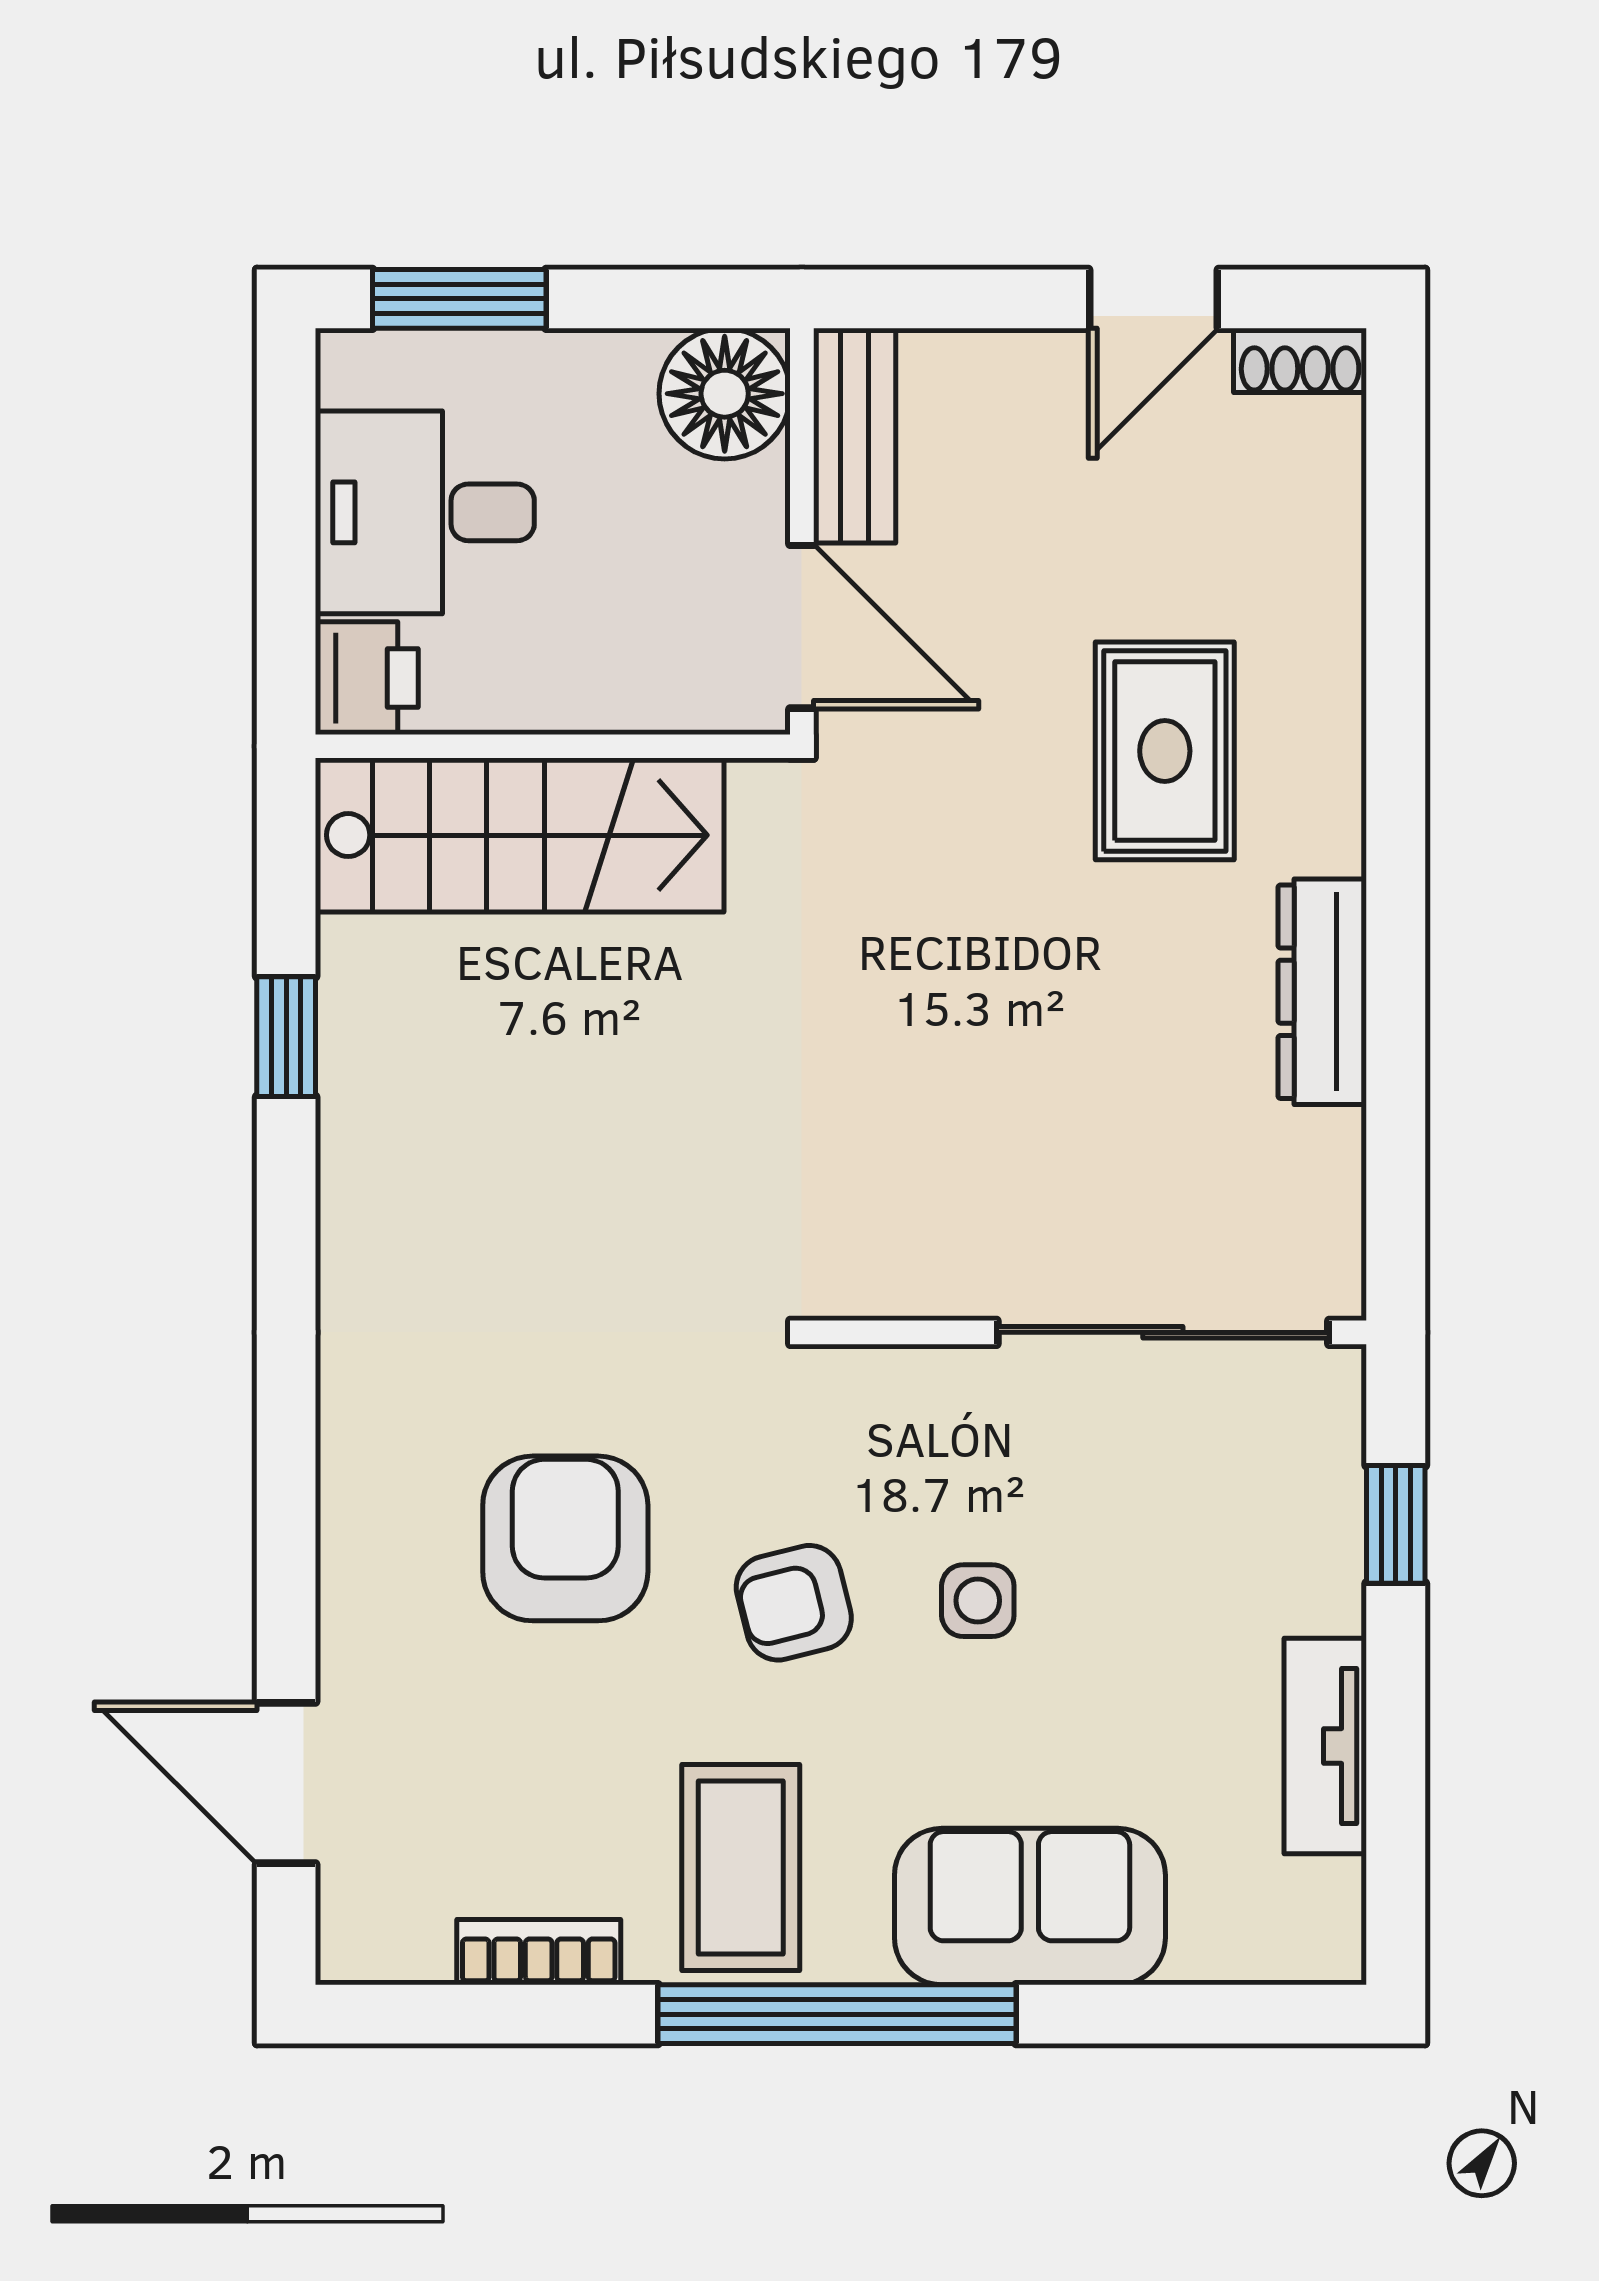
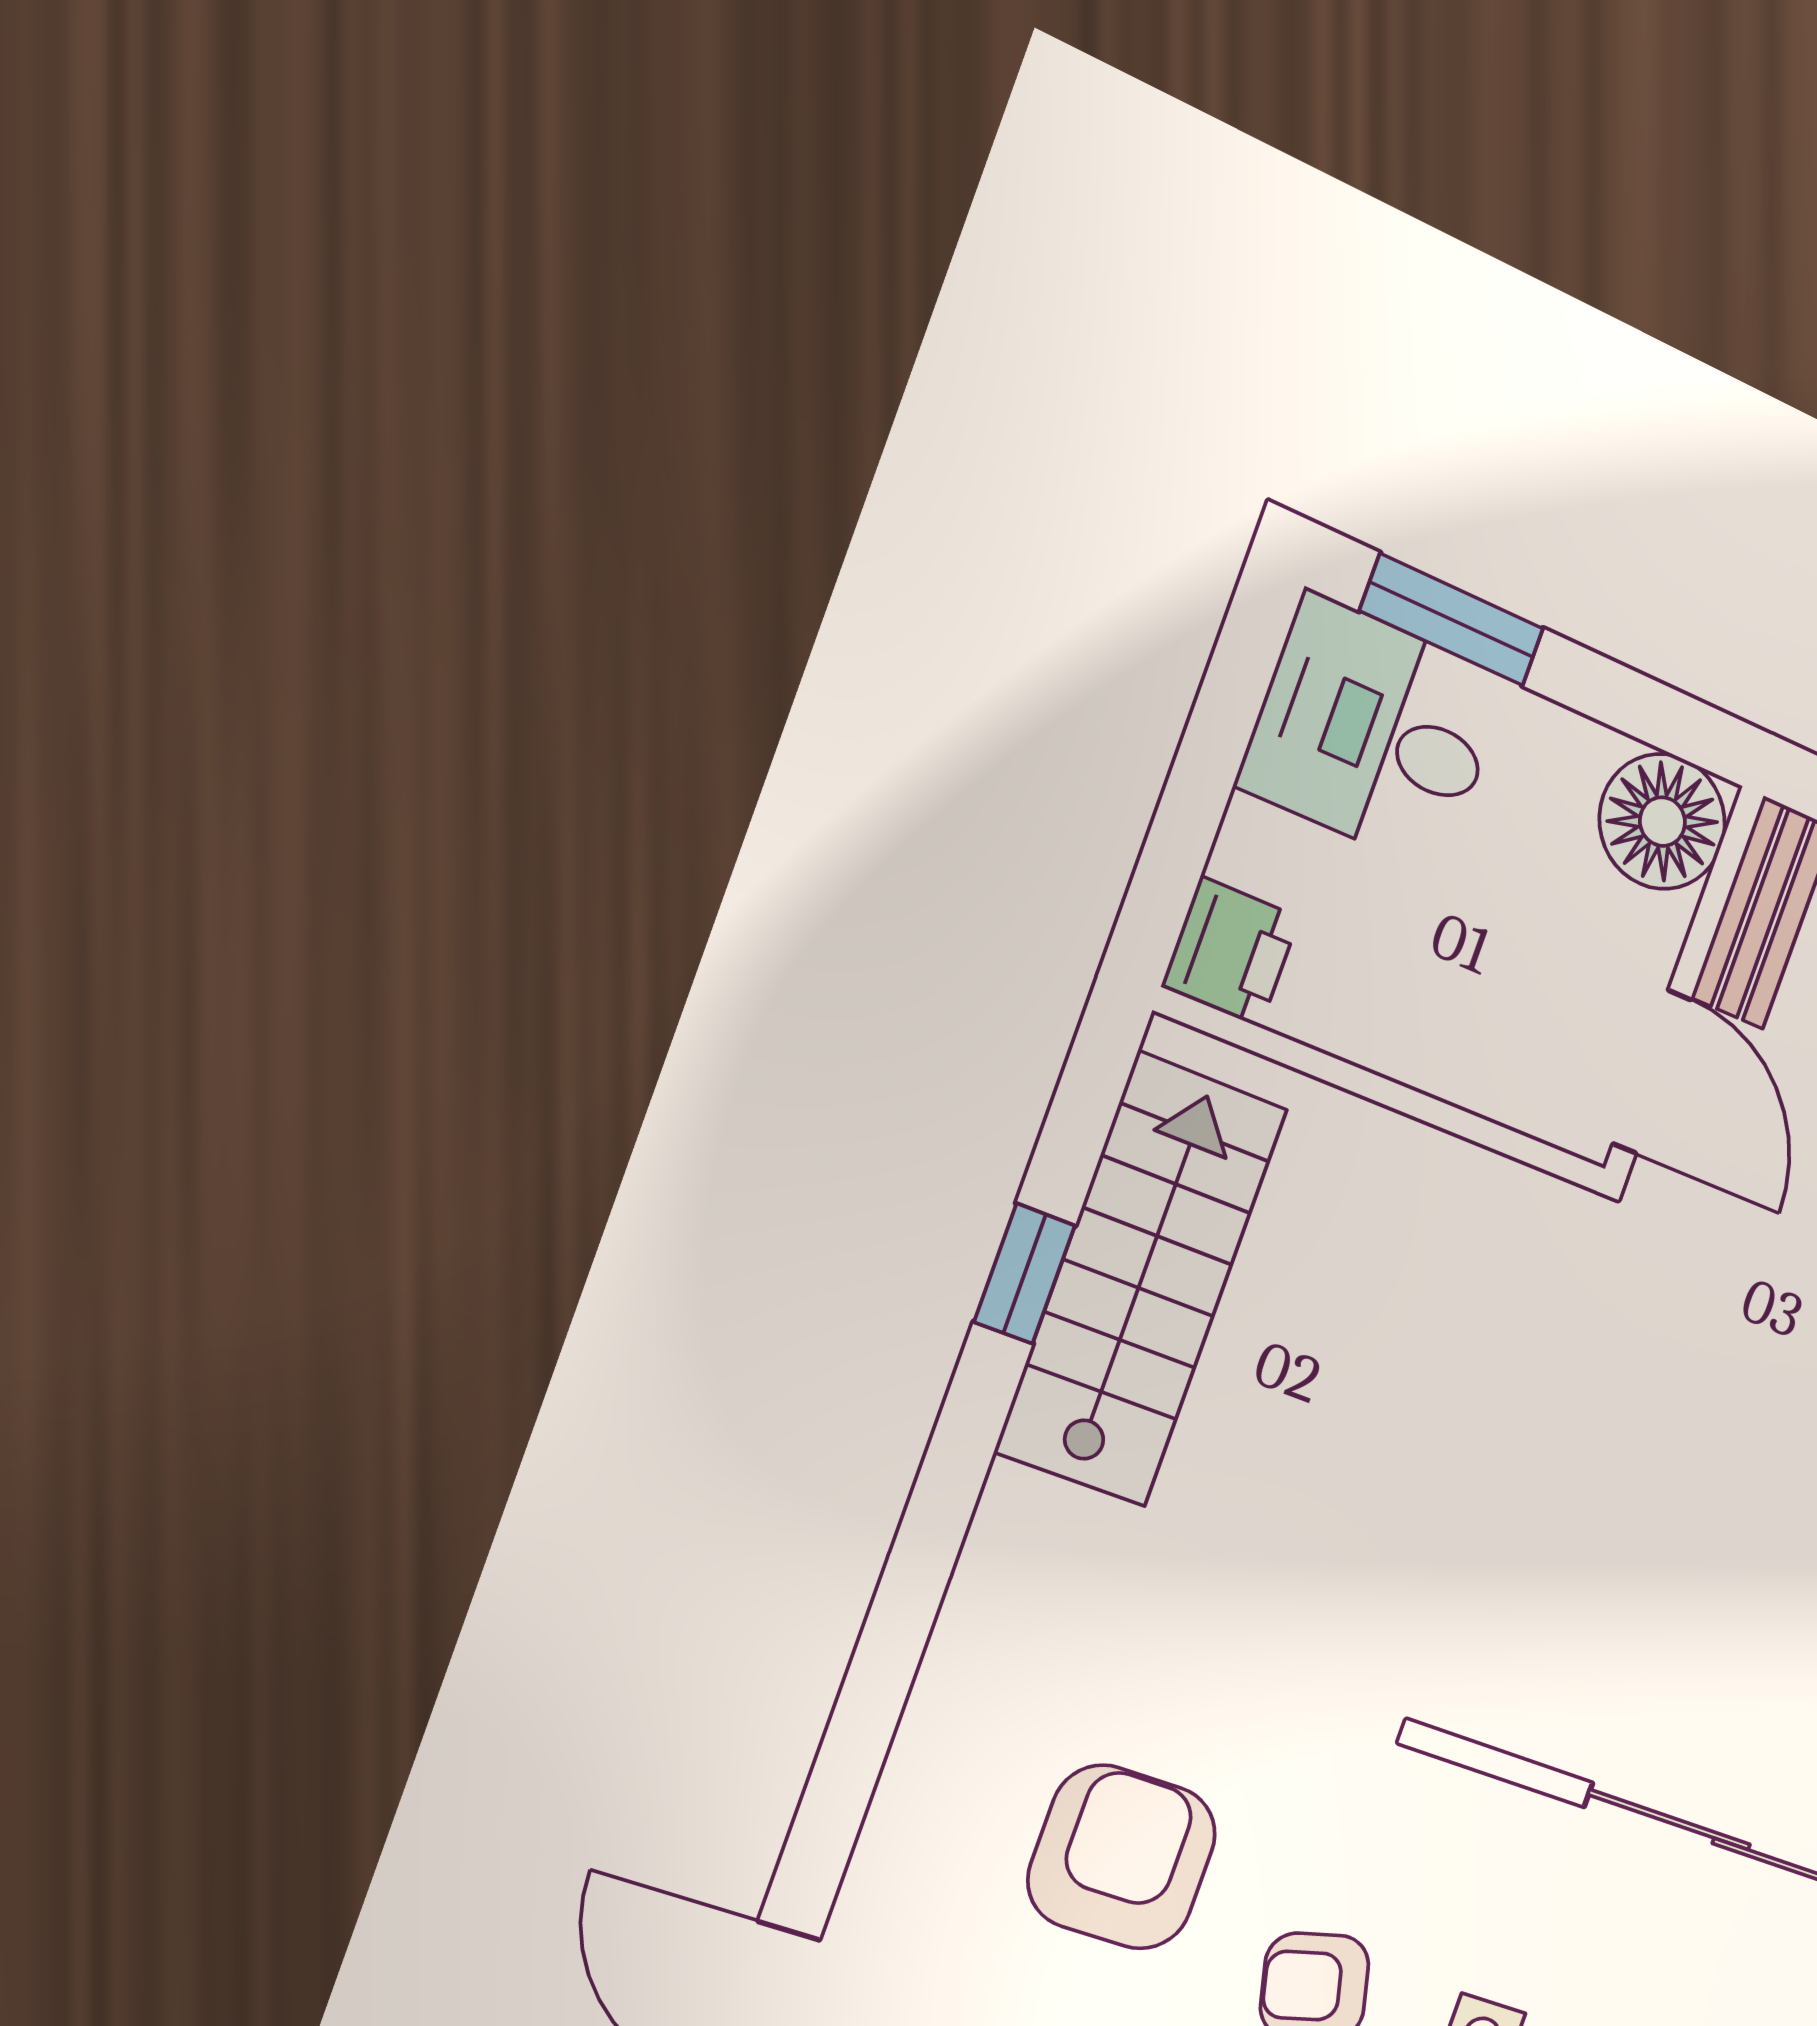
desk: (425, 512) -> (1374, 733), moved
stairs: (520, 835) -> (1141, 1280), moved, turned -90

